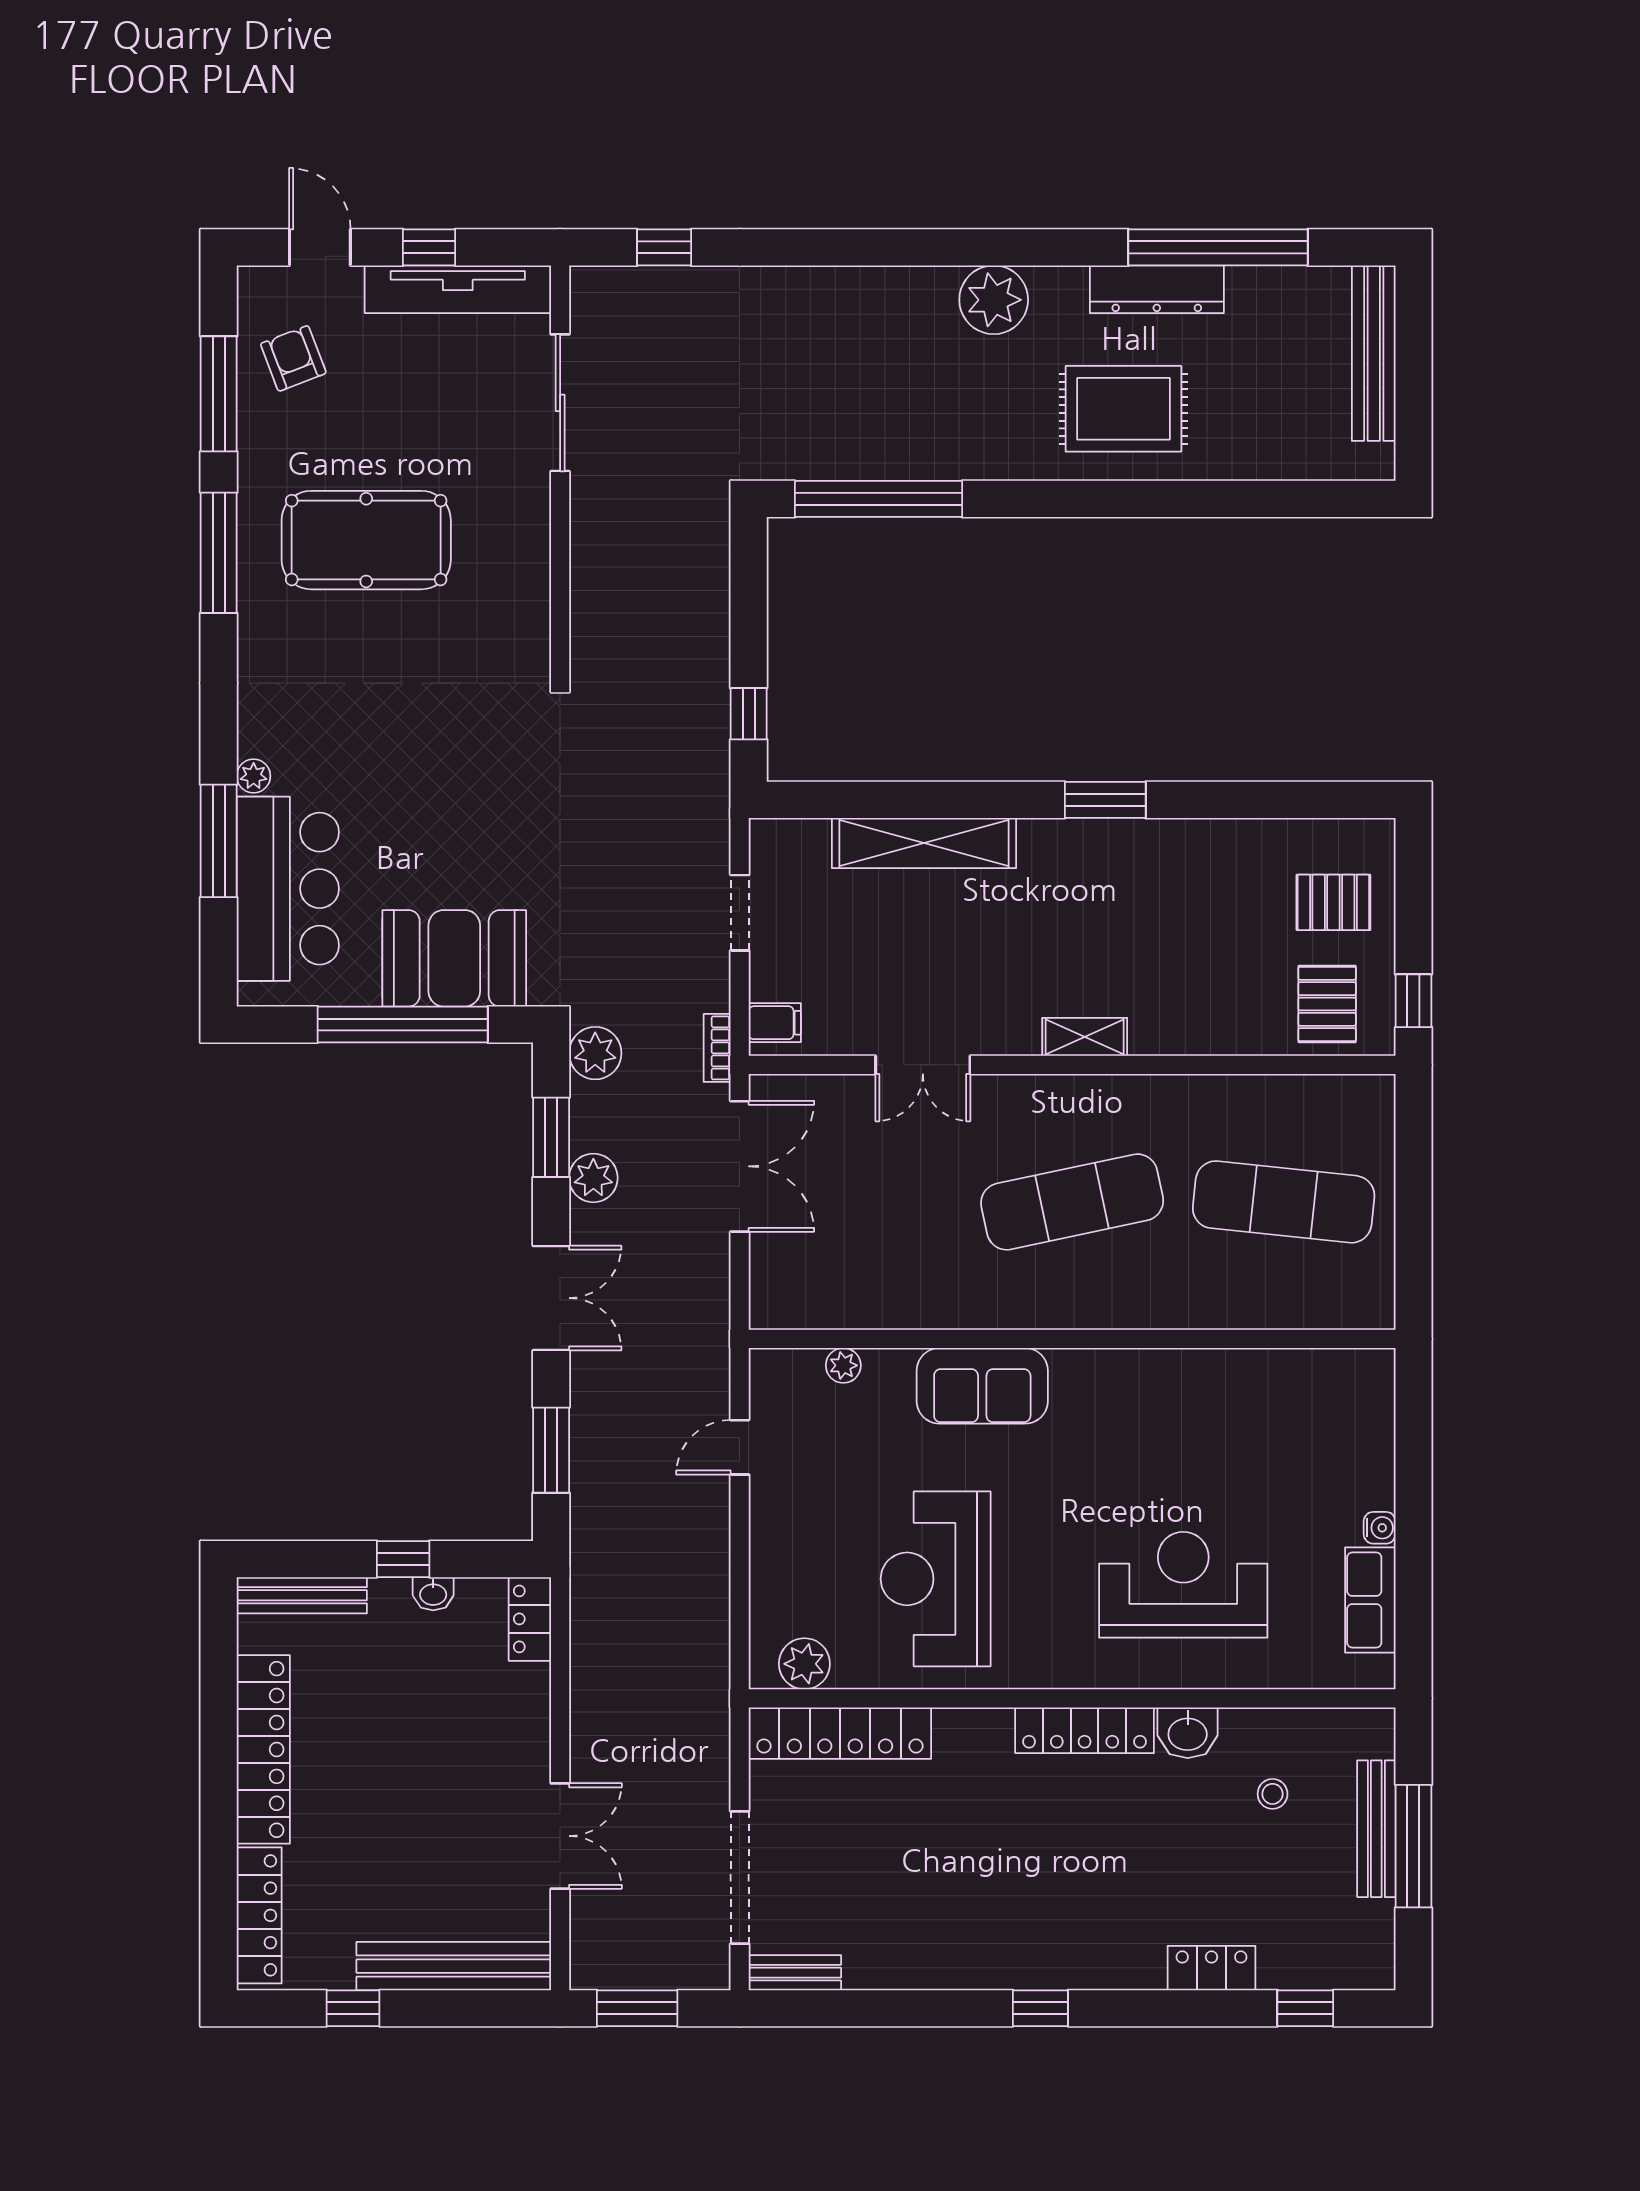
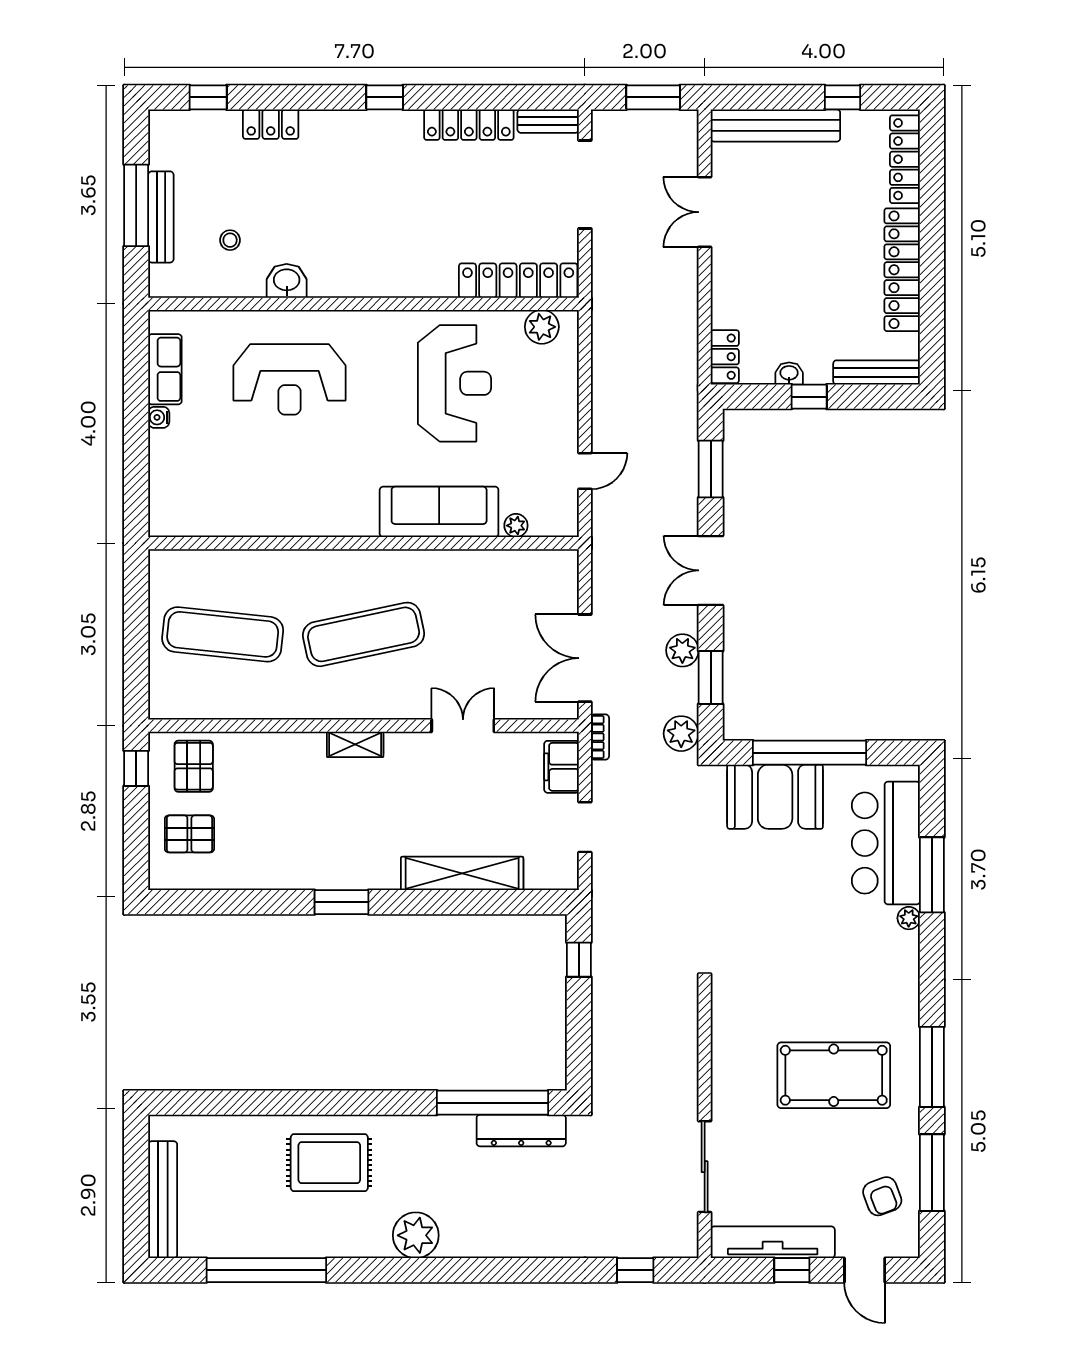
dresser: (1157, 289) -> (521, 1130), moved, turned 180
filing cabinet: (775, 1023) -> (562, 767), width x2.00
sofa: (982, 1386) -> (439, 512), width x1.36
locker: (1085, 1730) -> (469, 125), moved, turned 180

